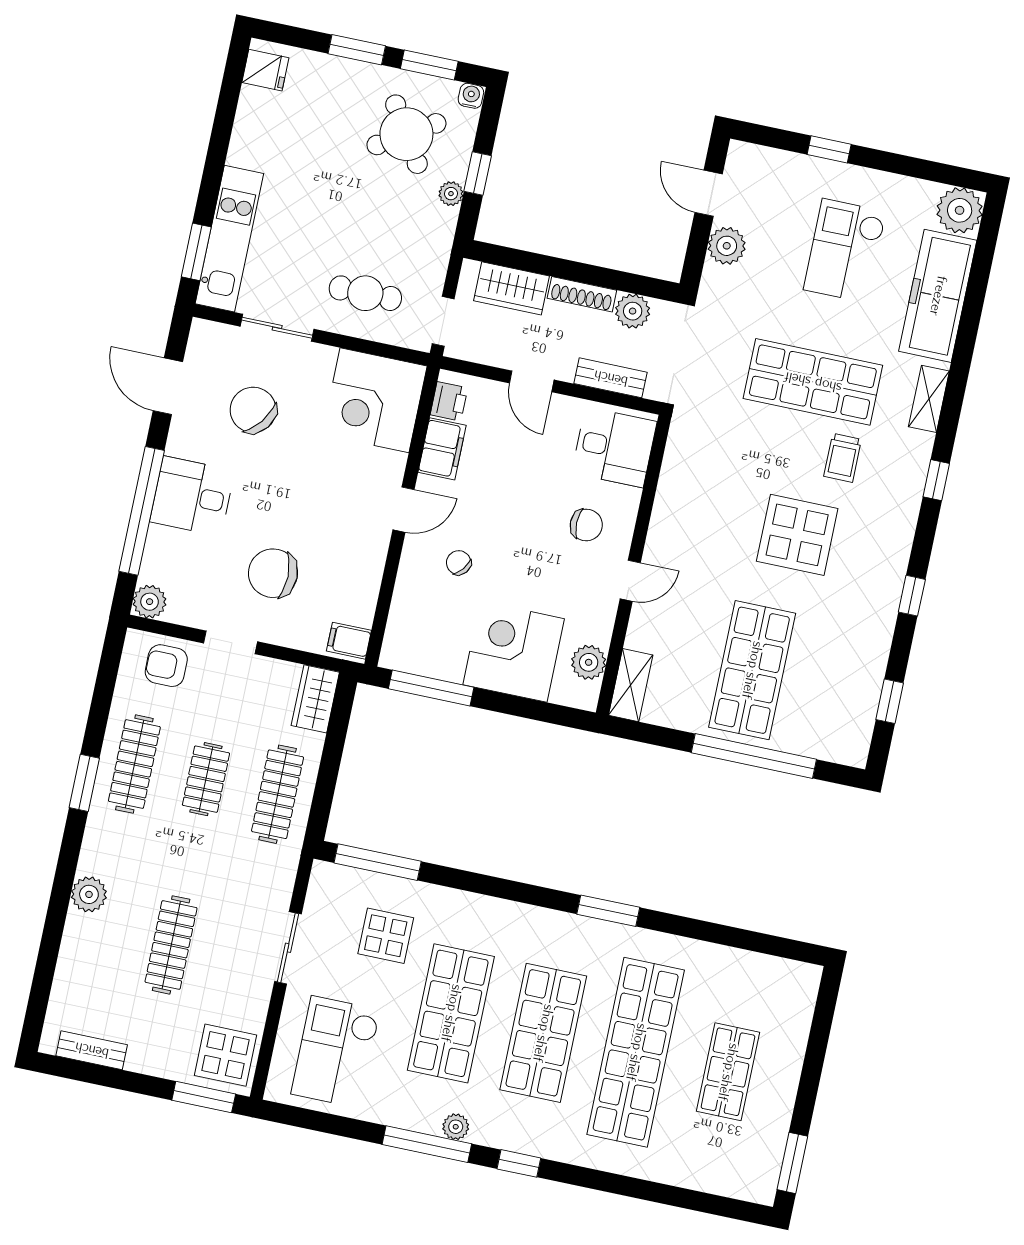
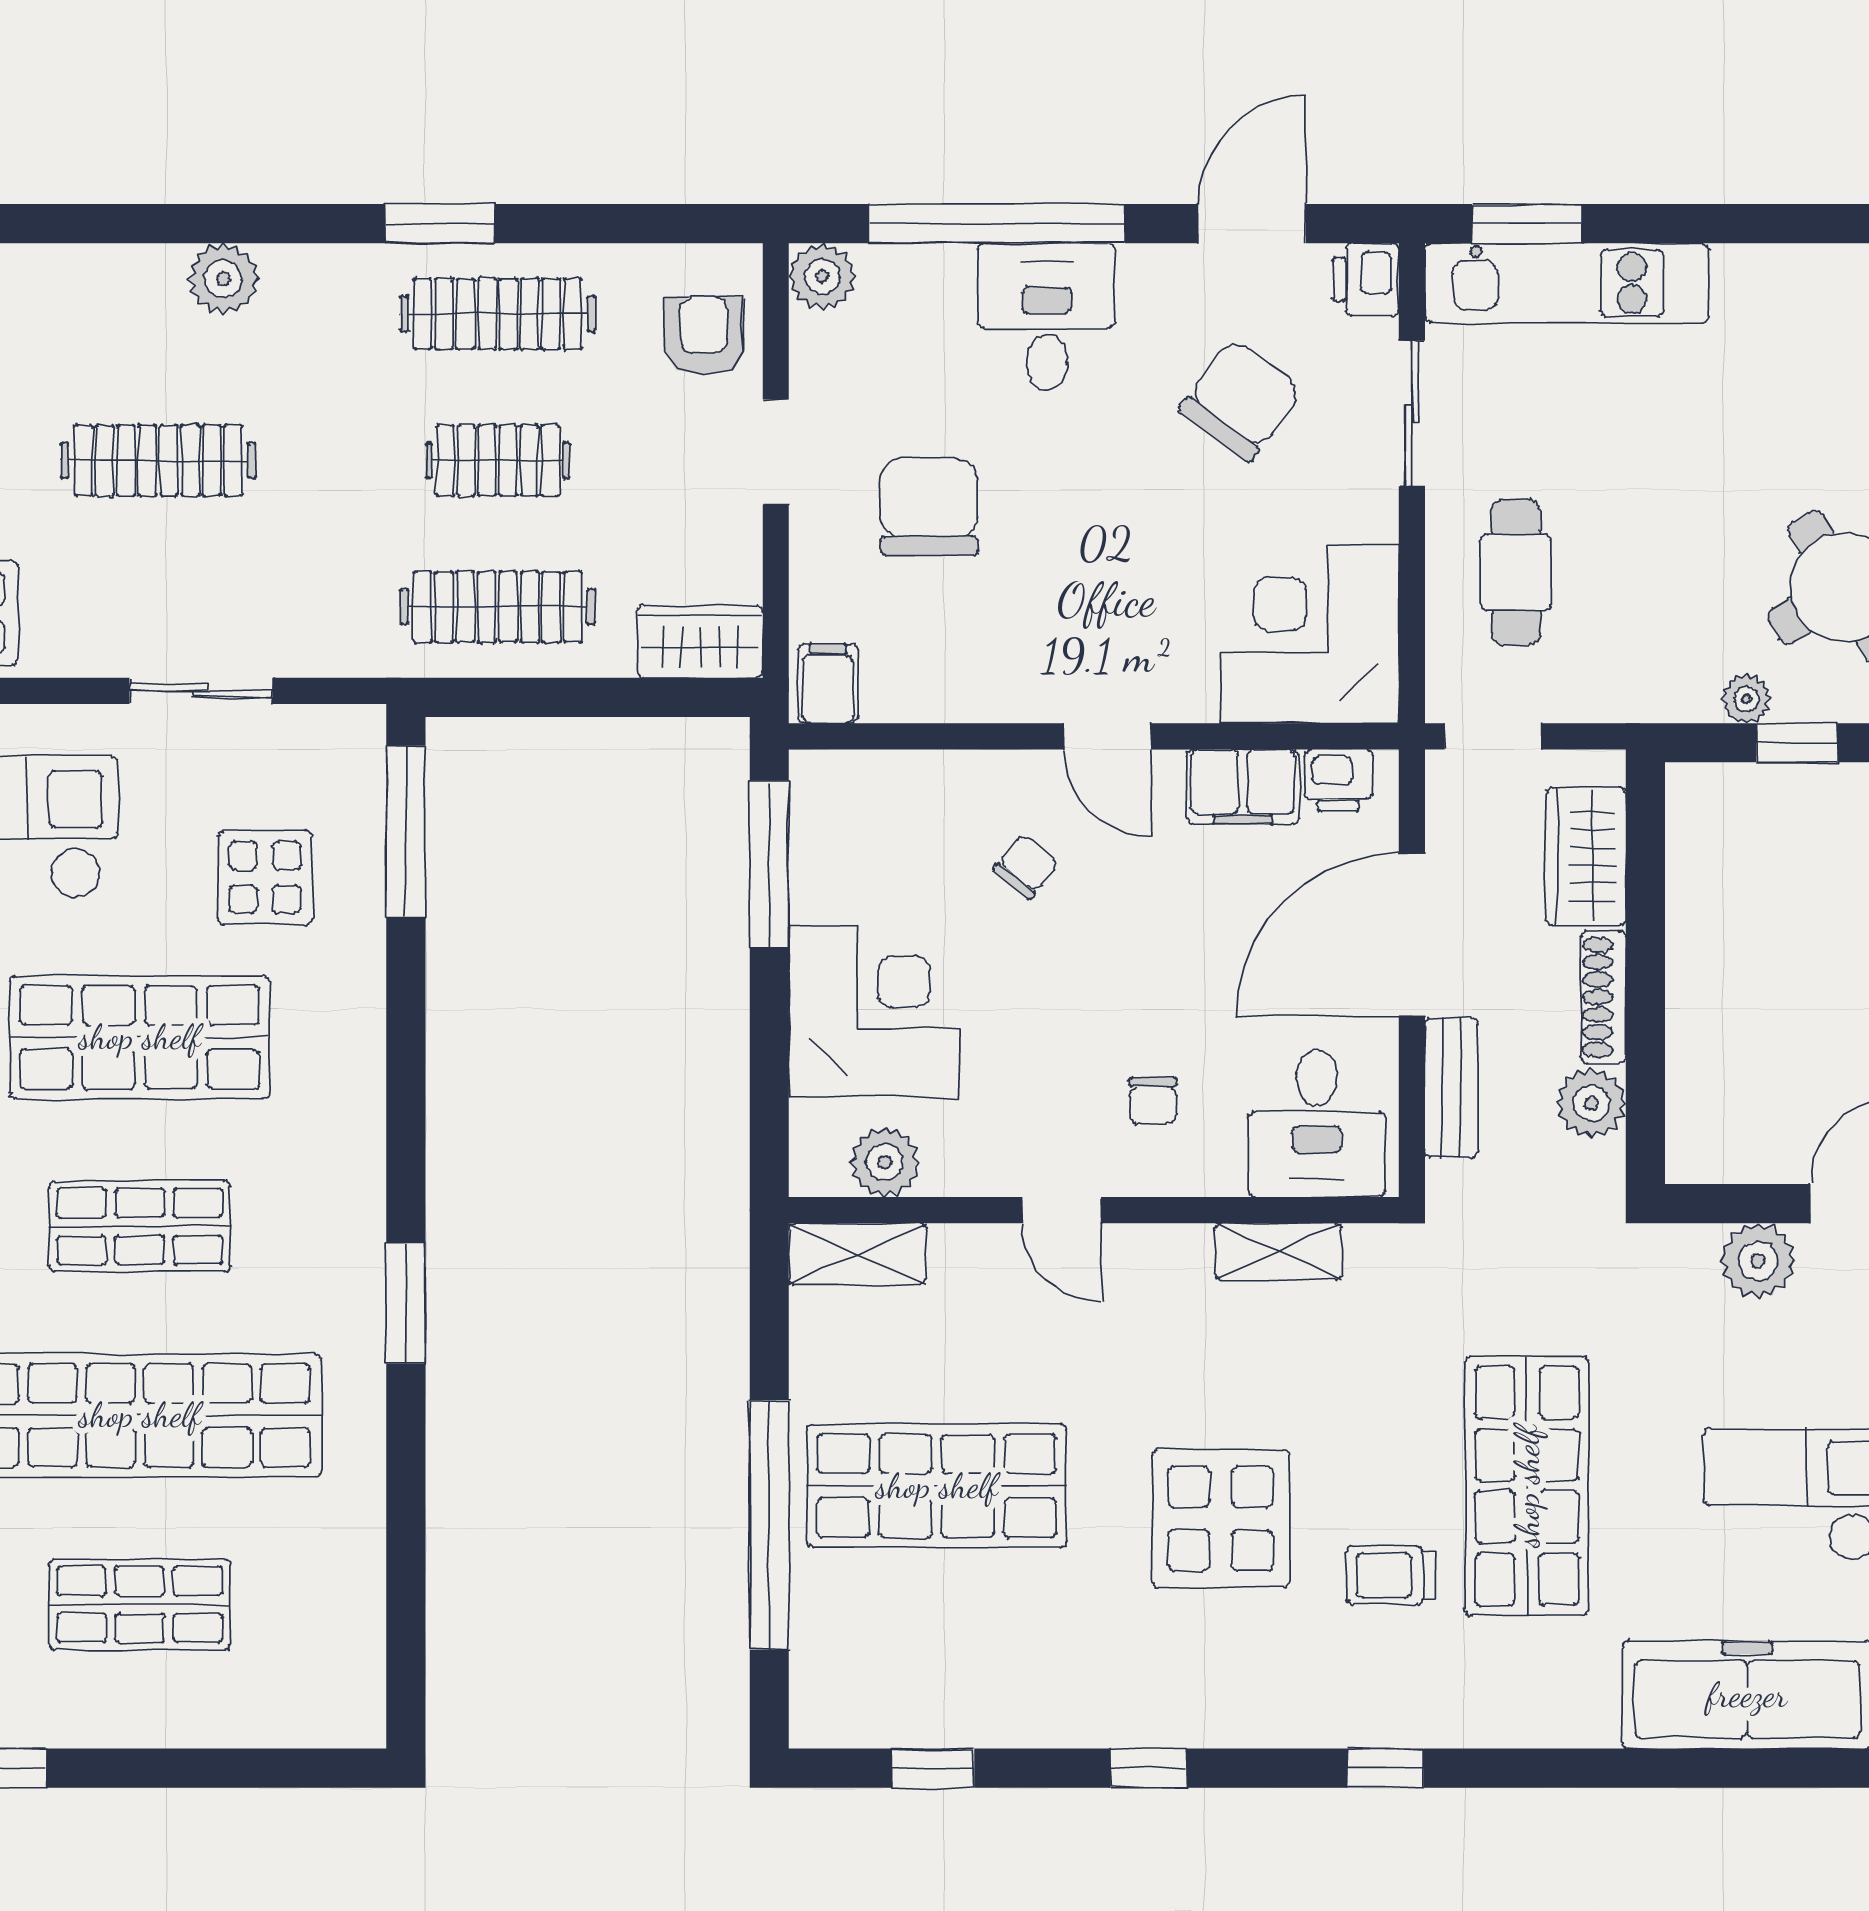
printer: (207, 336) -> (1366, 279), added
door: (532, 381) -> (1412, 935), width x1.88
shelving: (929, 399) -> (1278, 1251), moved
chair: (586, 525) -> (1153, 1101), width x0.73, depth x0.73
shop shelf: (543, 1033) -> (140, 1226), width x0.70, depth x0.74

